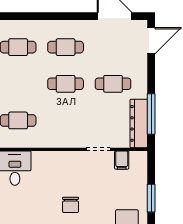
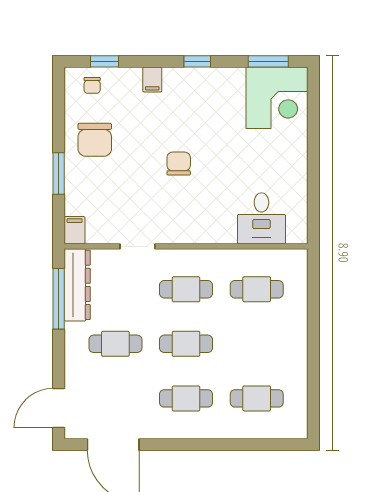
cafe table: (66, 120) -> (186, 289), added
filing cabinet: (122, 160) -> (75, 230), moved

